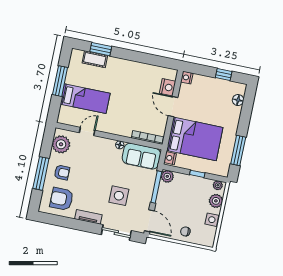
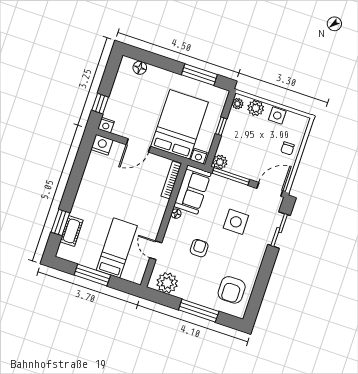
window: (224, 75) -> (100, 104), moved
nightstand: (168, 87) -> (102, 145), moved
armchair: (62, 172) -> (199, 248), moved
tv unit: (88, 217) -> (257, 261), removed

